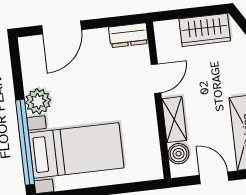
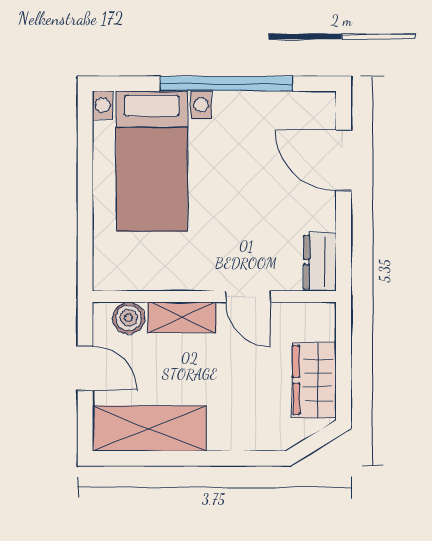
plant: (38, 101) -> (234, 111), removed
window: (25, 142) -> (226, 84), moved
door: (214, 178) -> (85, 368), hinge flipped

